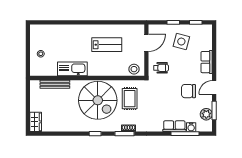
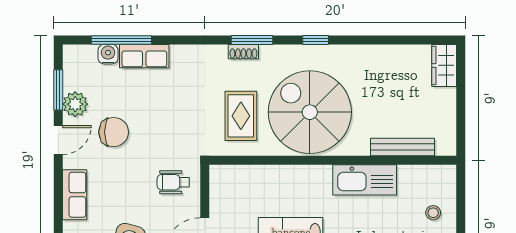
stool: (134, 69) -> (232, 180), removed
plant: (206, 114) -> (75, 104), moved

